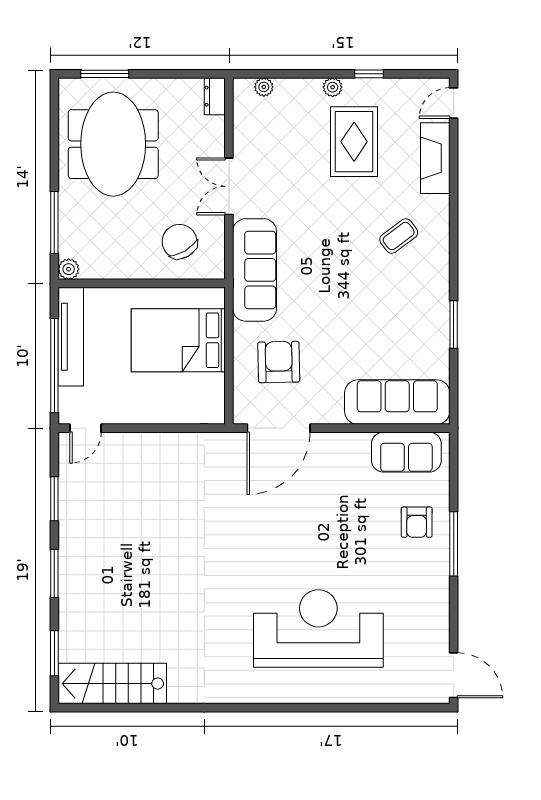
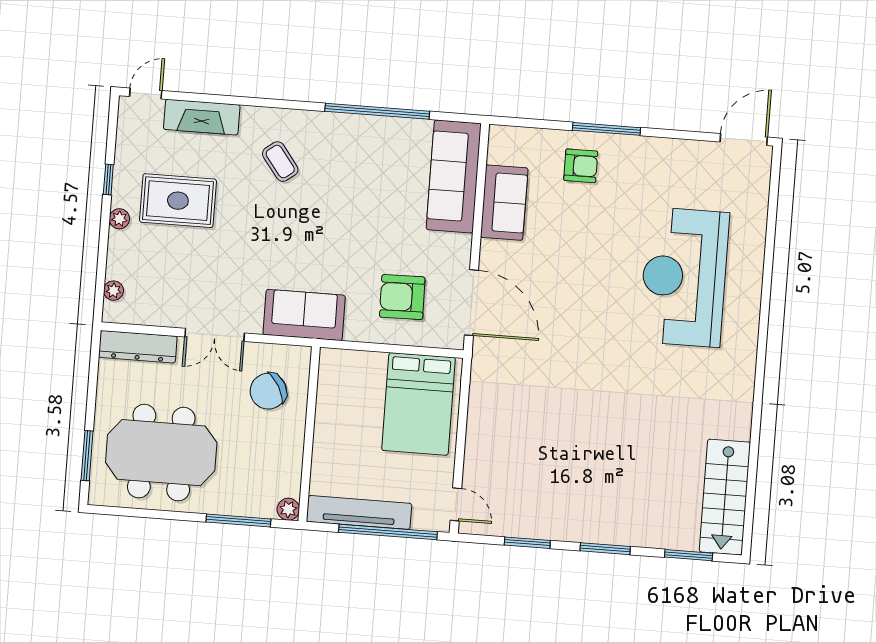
dresser: (215, 96) -> (138, 347), width x1.96, depth x1.24
door: (454, 103) -> (146, 93), swing flipped
sofa: (255, 270) -> (304, 315), width x0.73
window: (454, 325) -> (377, 111), width x2.11
bed: (178, 340) -> (419, 404), moved
sofa: (406, 452) -> (504, 203), moved

